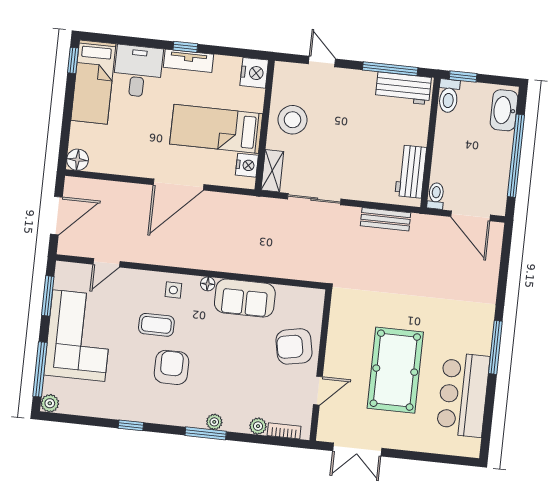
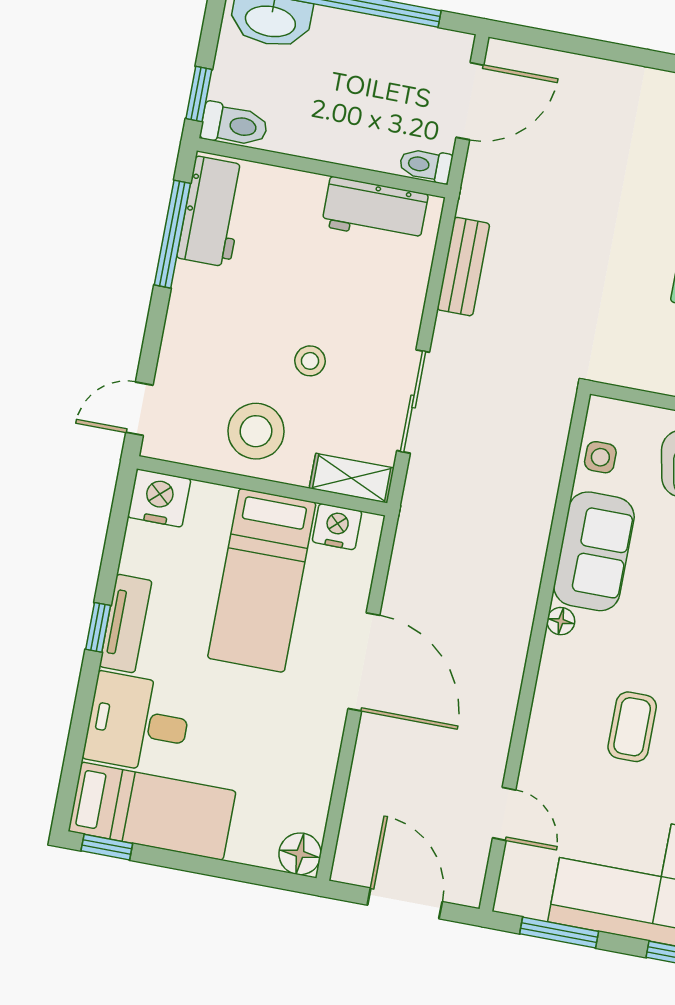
door: (322, 61) -> (139, 409), moved
stool: (331, 145) -> (310, 361), added
side table: (173, 290) -> (600, 457), moved

